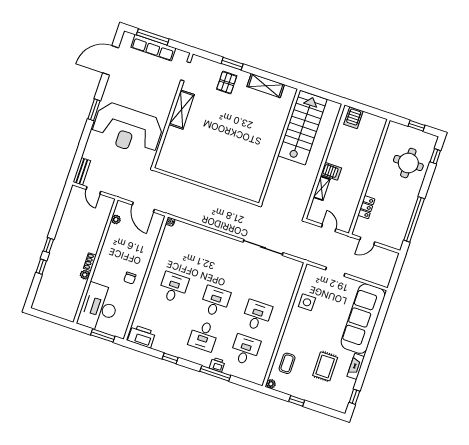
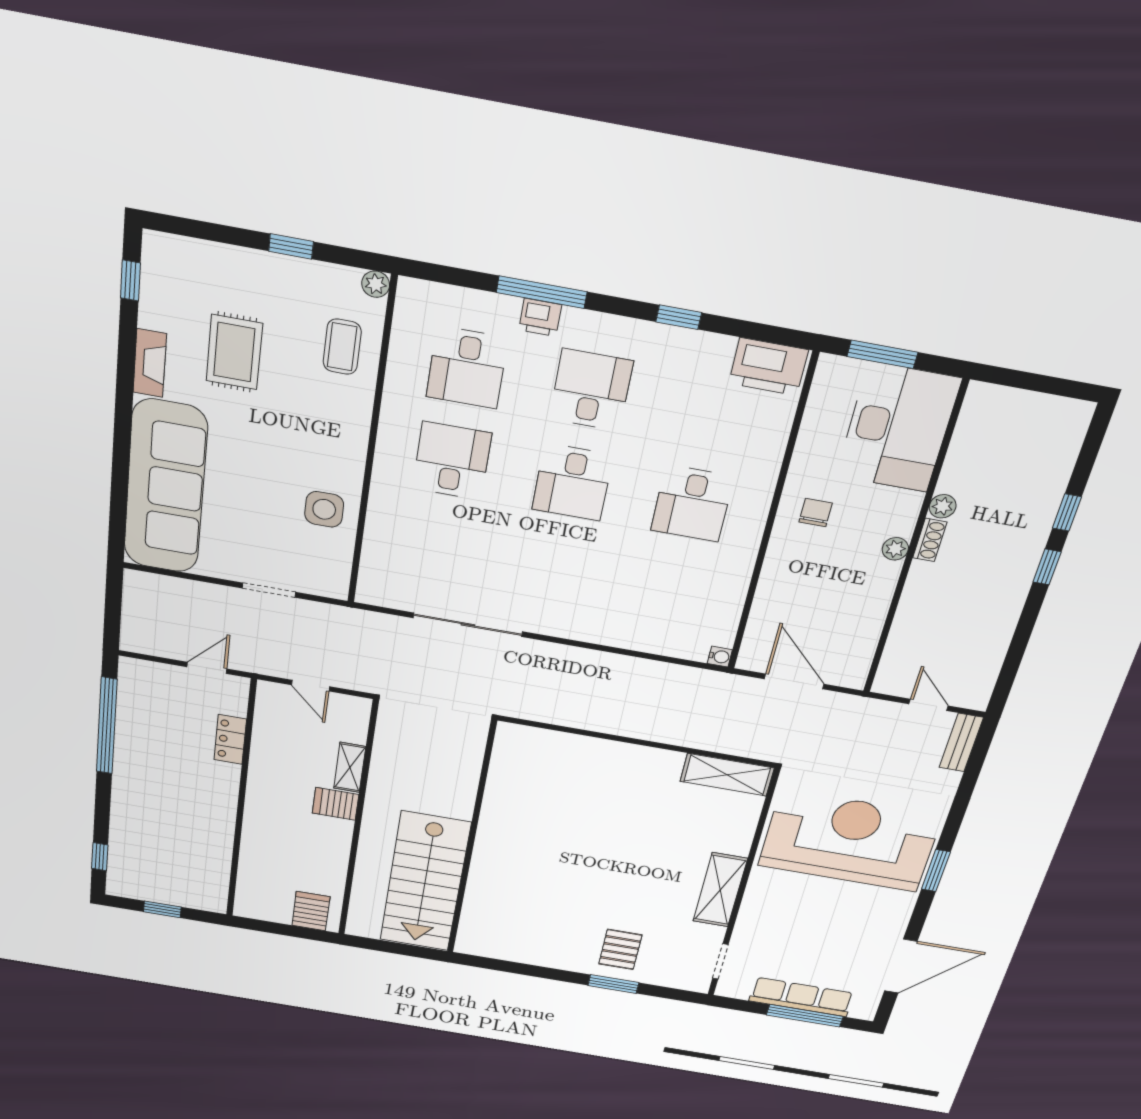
shelving: (266, 86) -> (727, 775), moved
round table: (408, 163) -> (158, 838), removed
plant: (116, 219) -> (895, 549), moved
desk: (257, 315) -> (452, 461), turned 180

